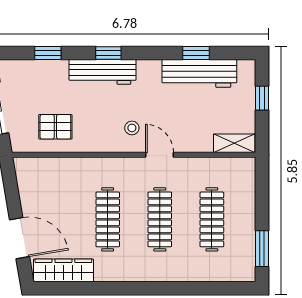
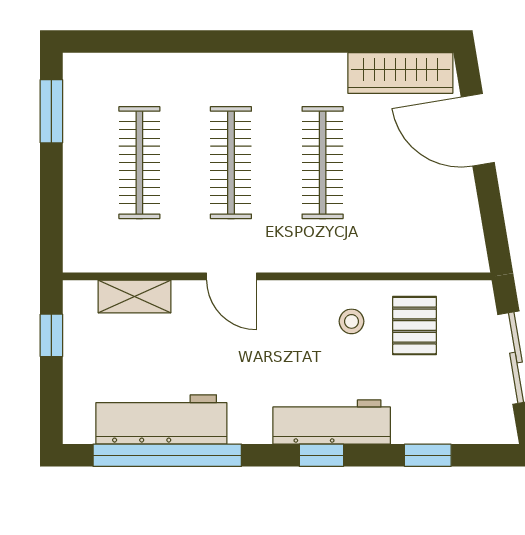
window: (196, 53) -> (167, 455), width x3.17
window: (262, 98) -> (51, 335), moved
pallet: (55, 127) -> (414, 326), turned 90
stool: (132, 128) -> (352, 321), moved
shelving: (234, 143) -> (134, 296), moved

